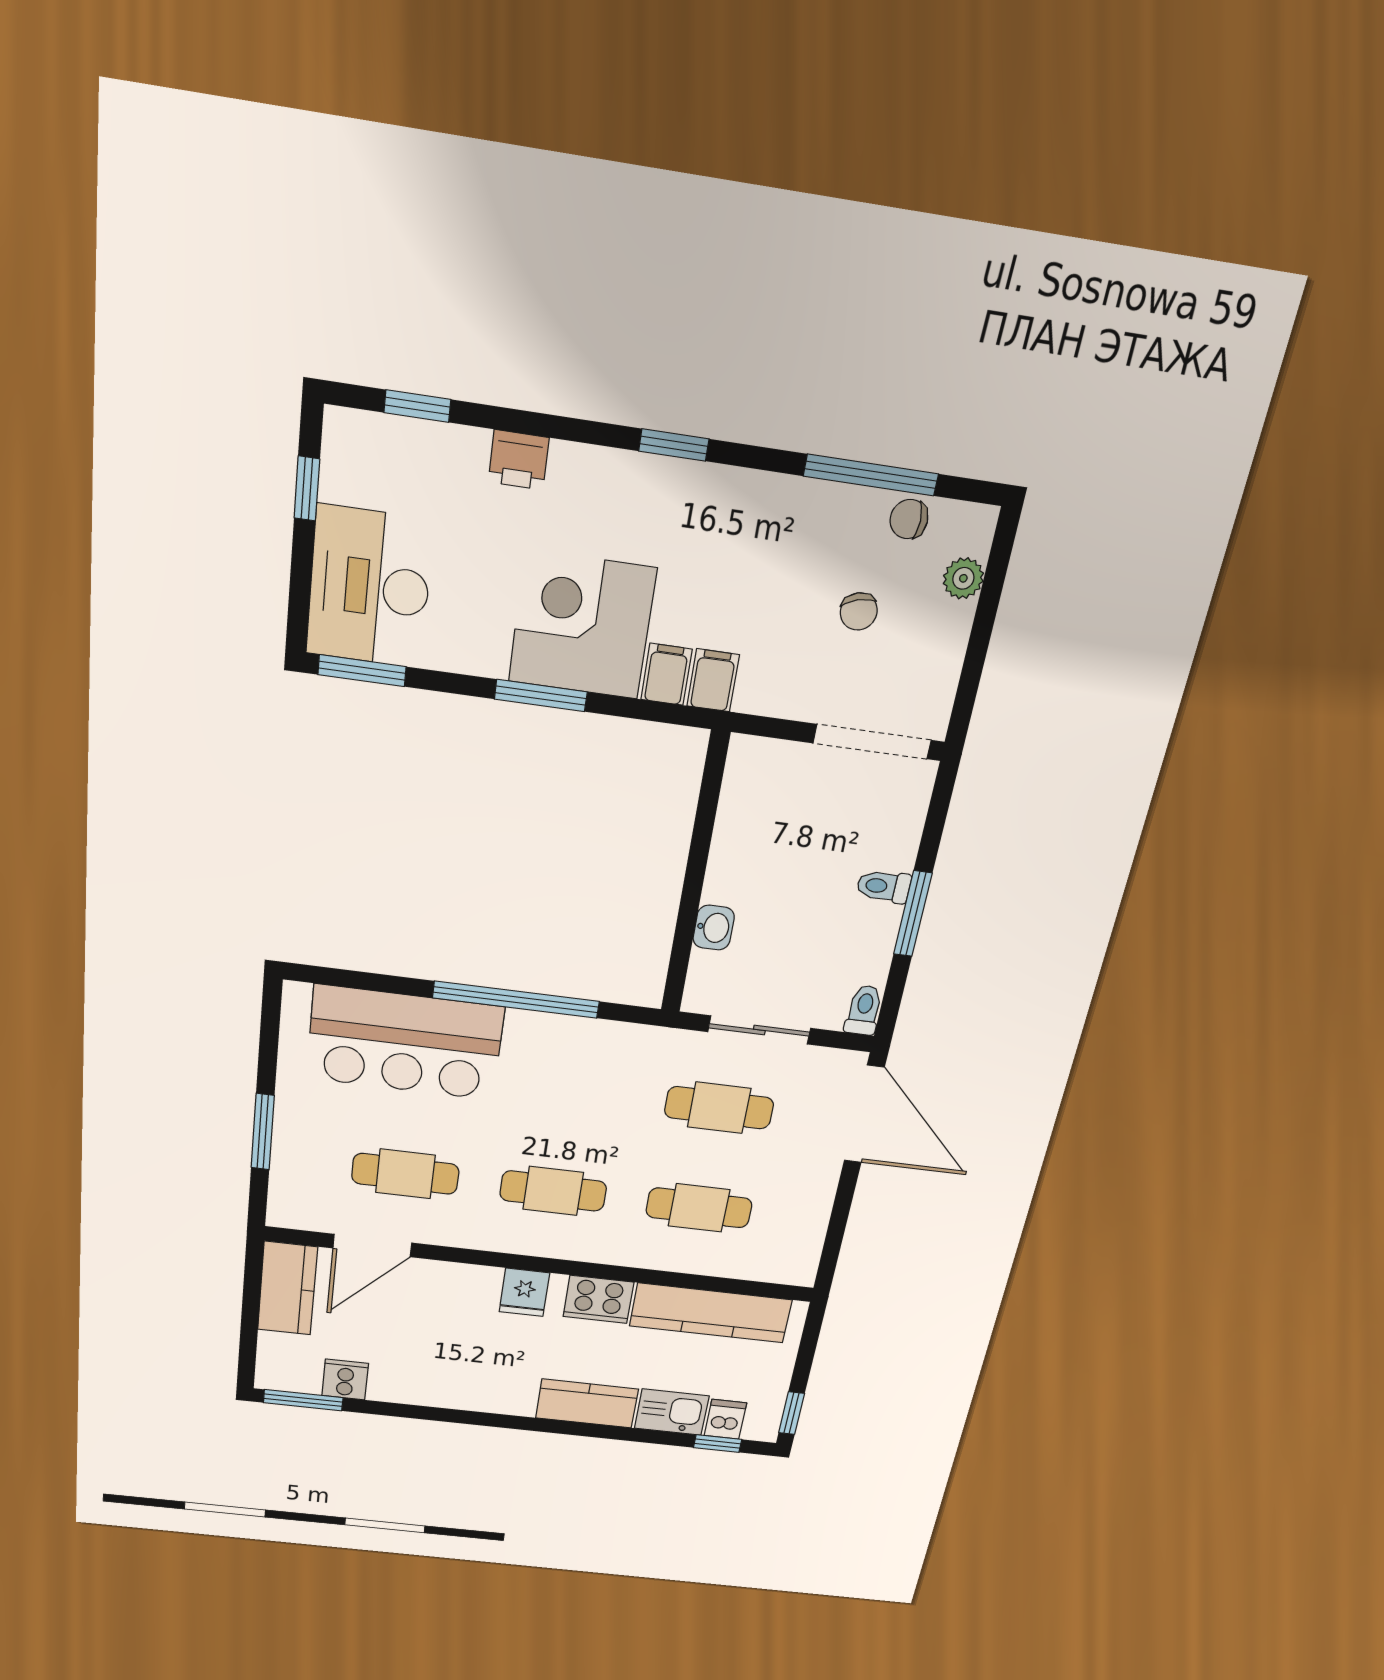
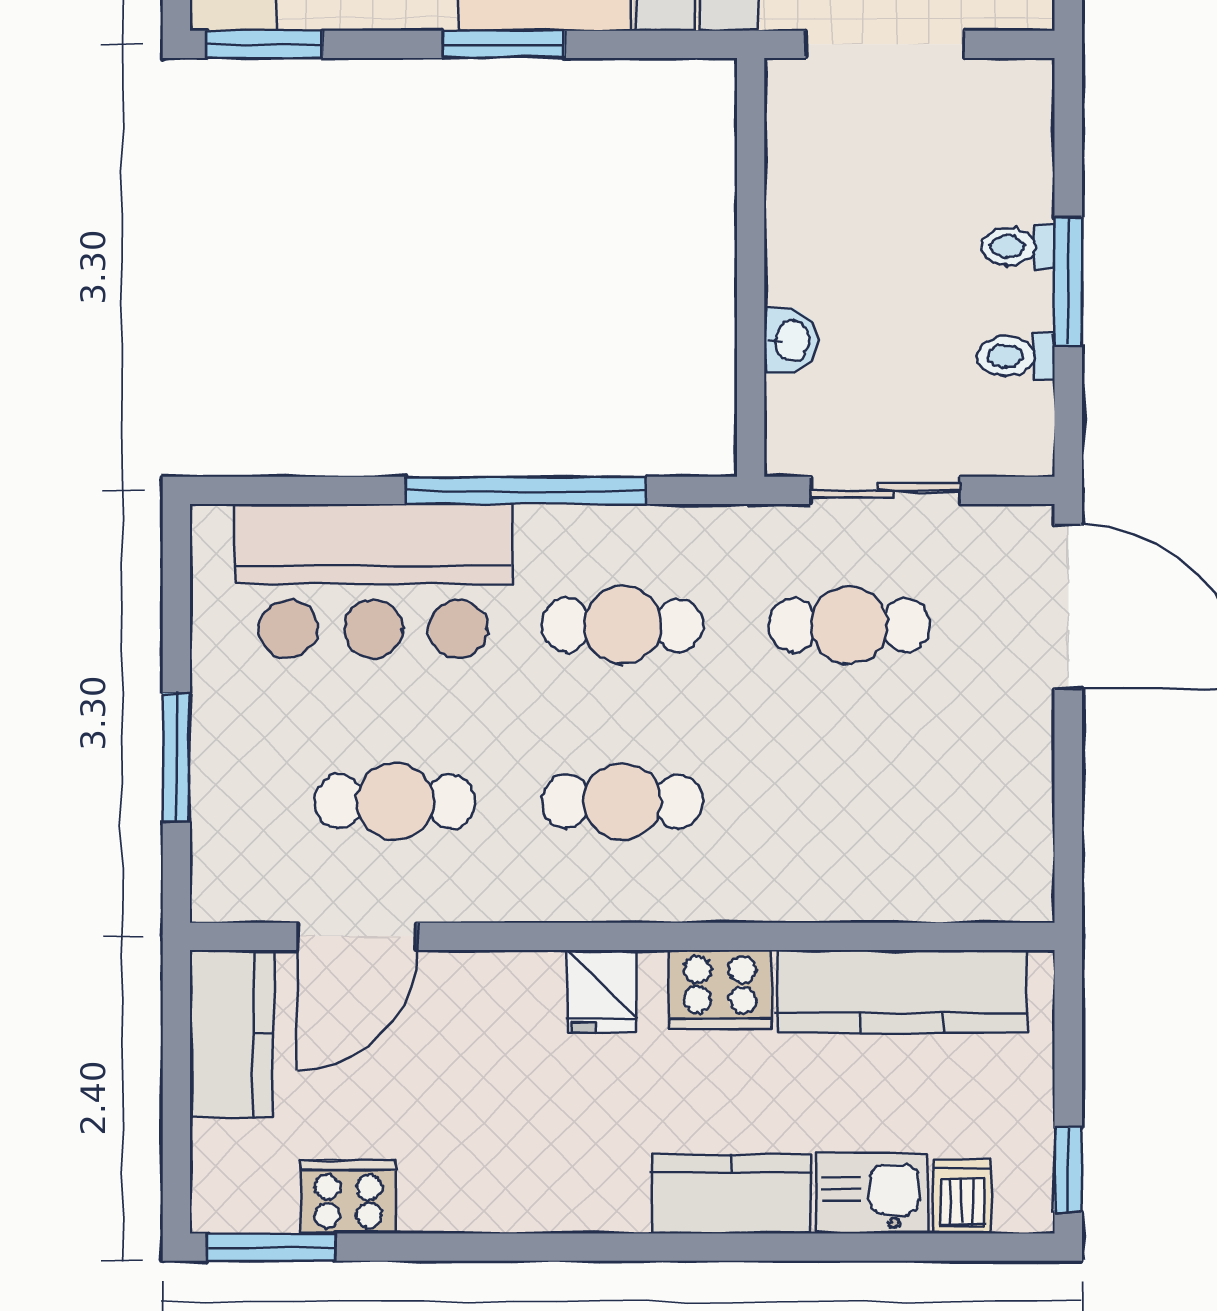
doorway: (872, 742) -> (885, 44), moved
toilet: (864, 1010) -> (1016, 356), moved, turned -90
cafe table: (699, 1208) -> (622, 625), moved
cooker: (345, 1379) -> (348, 1197), width x1.36
window: (718, 1444) -> (958, 1247), removed

